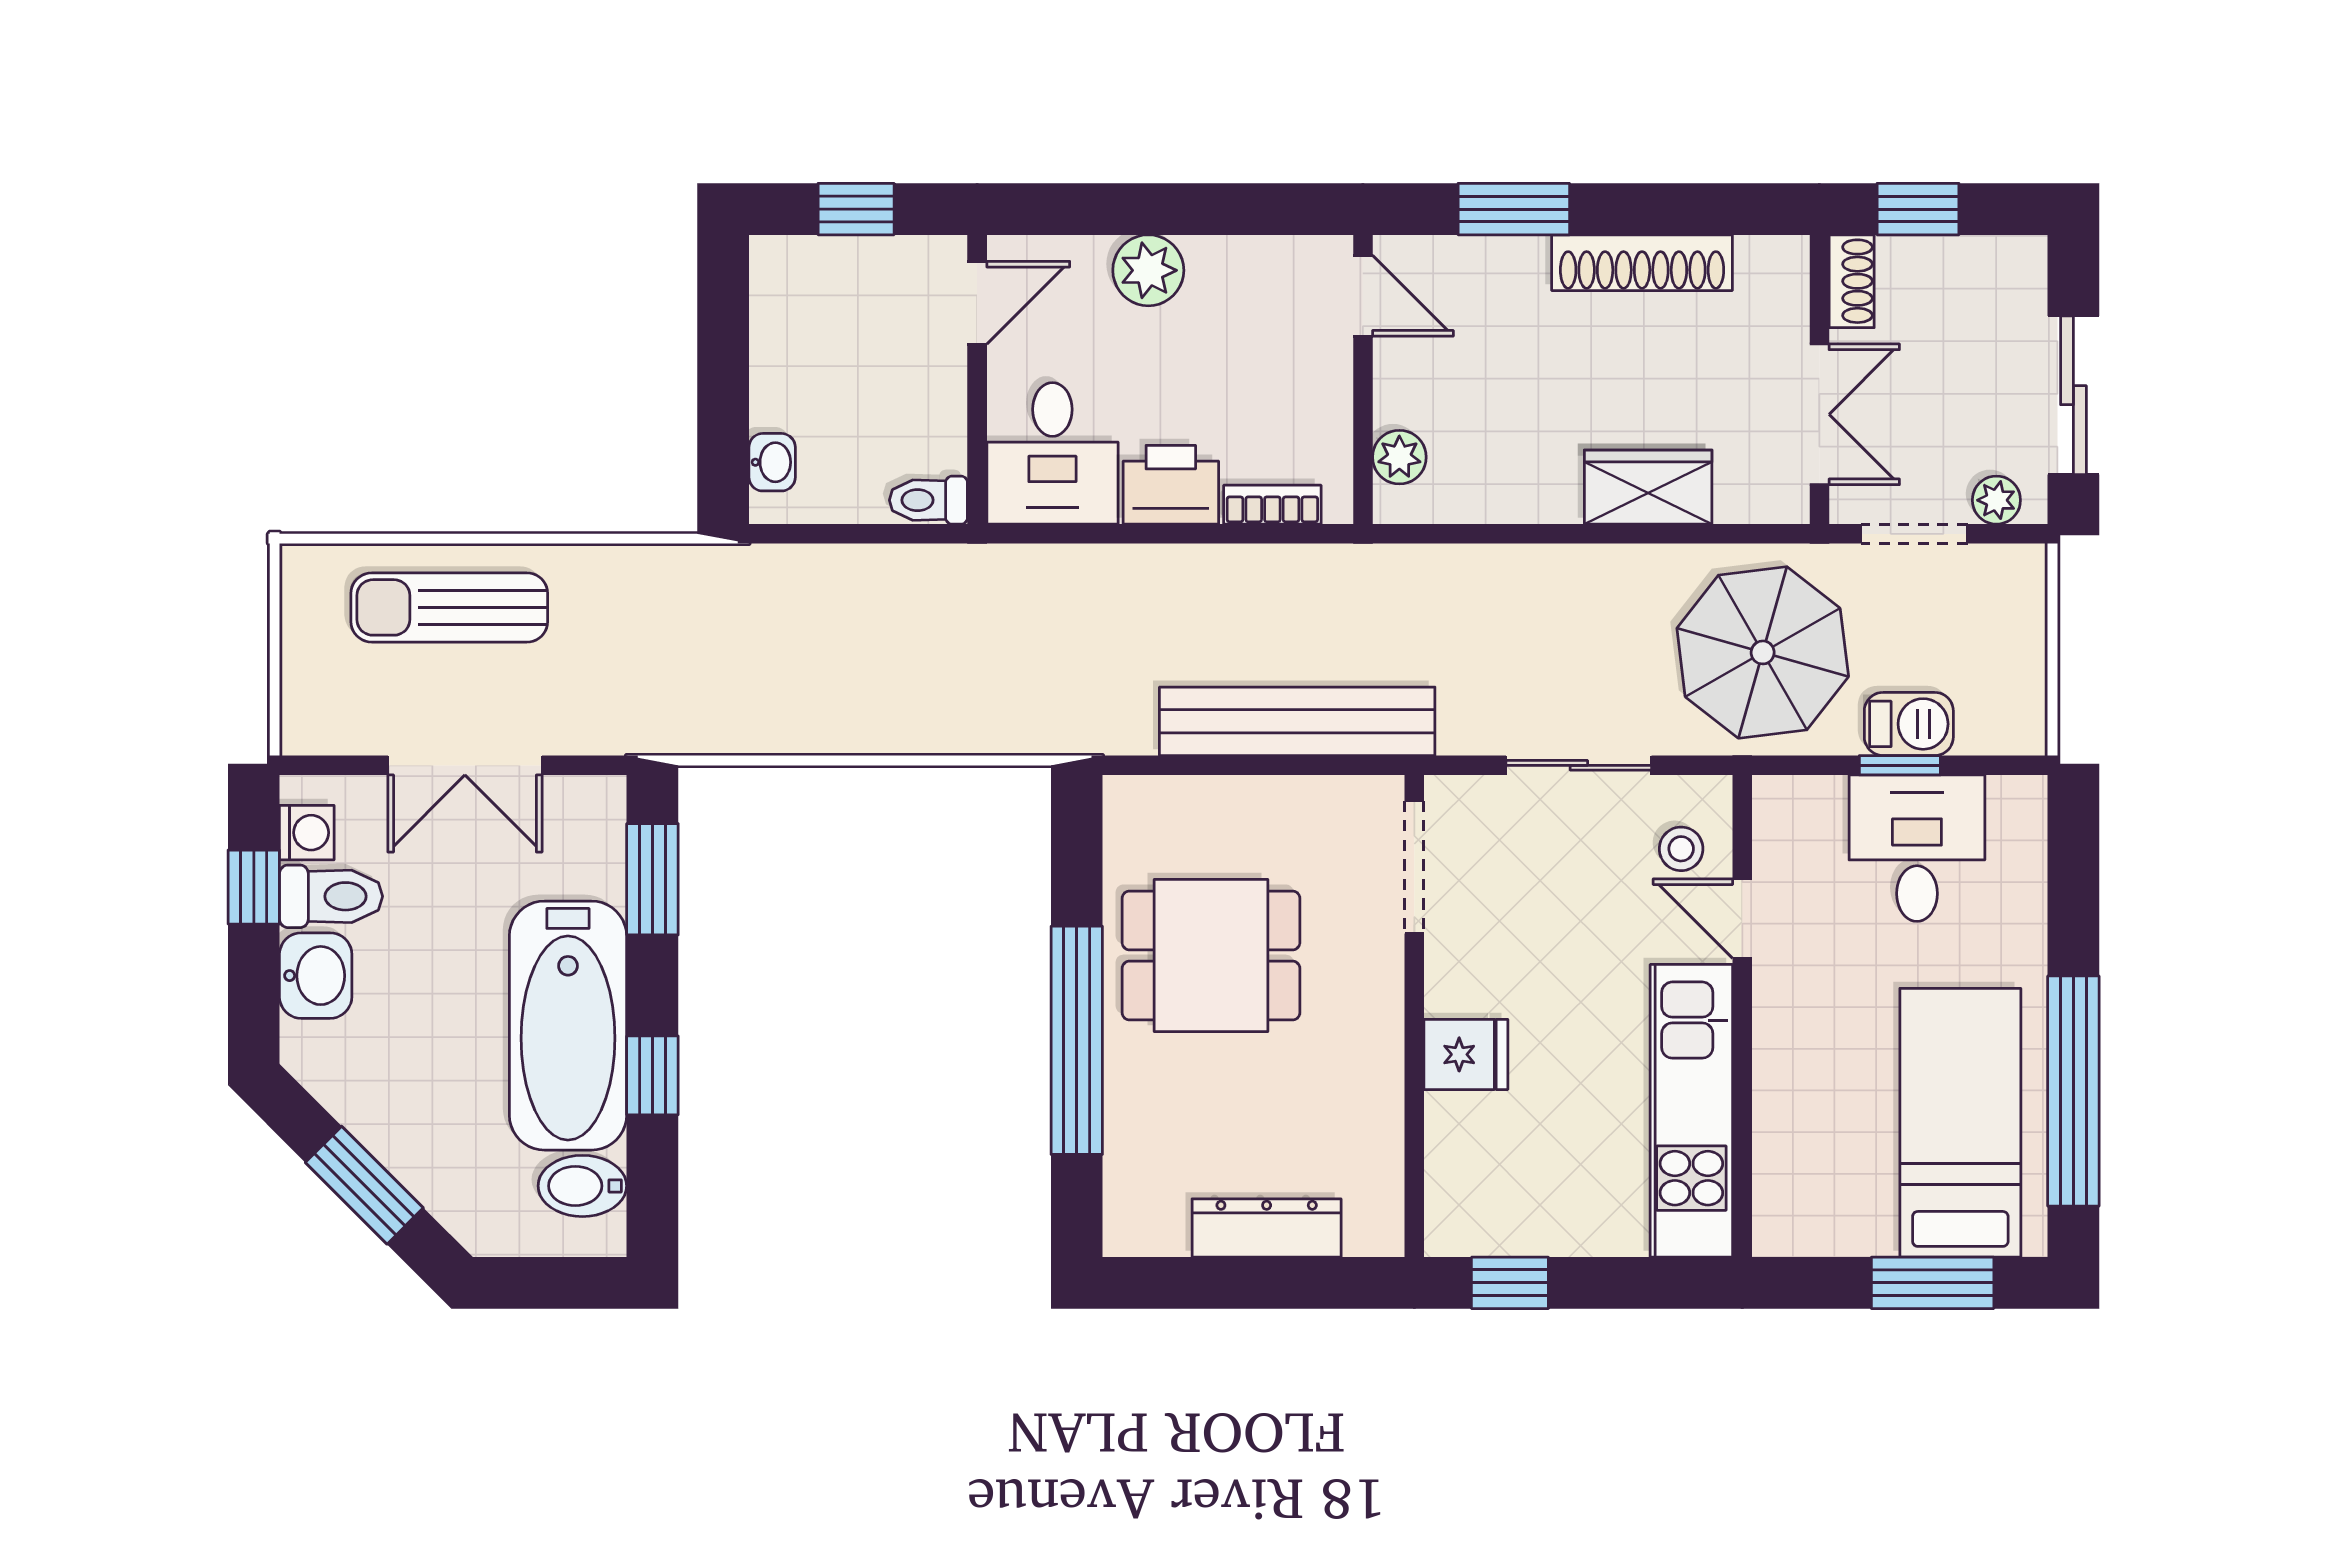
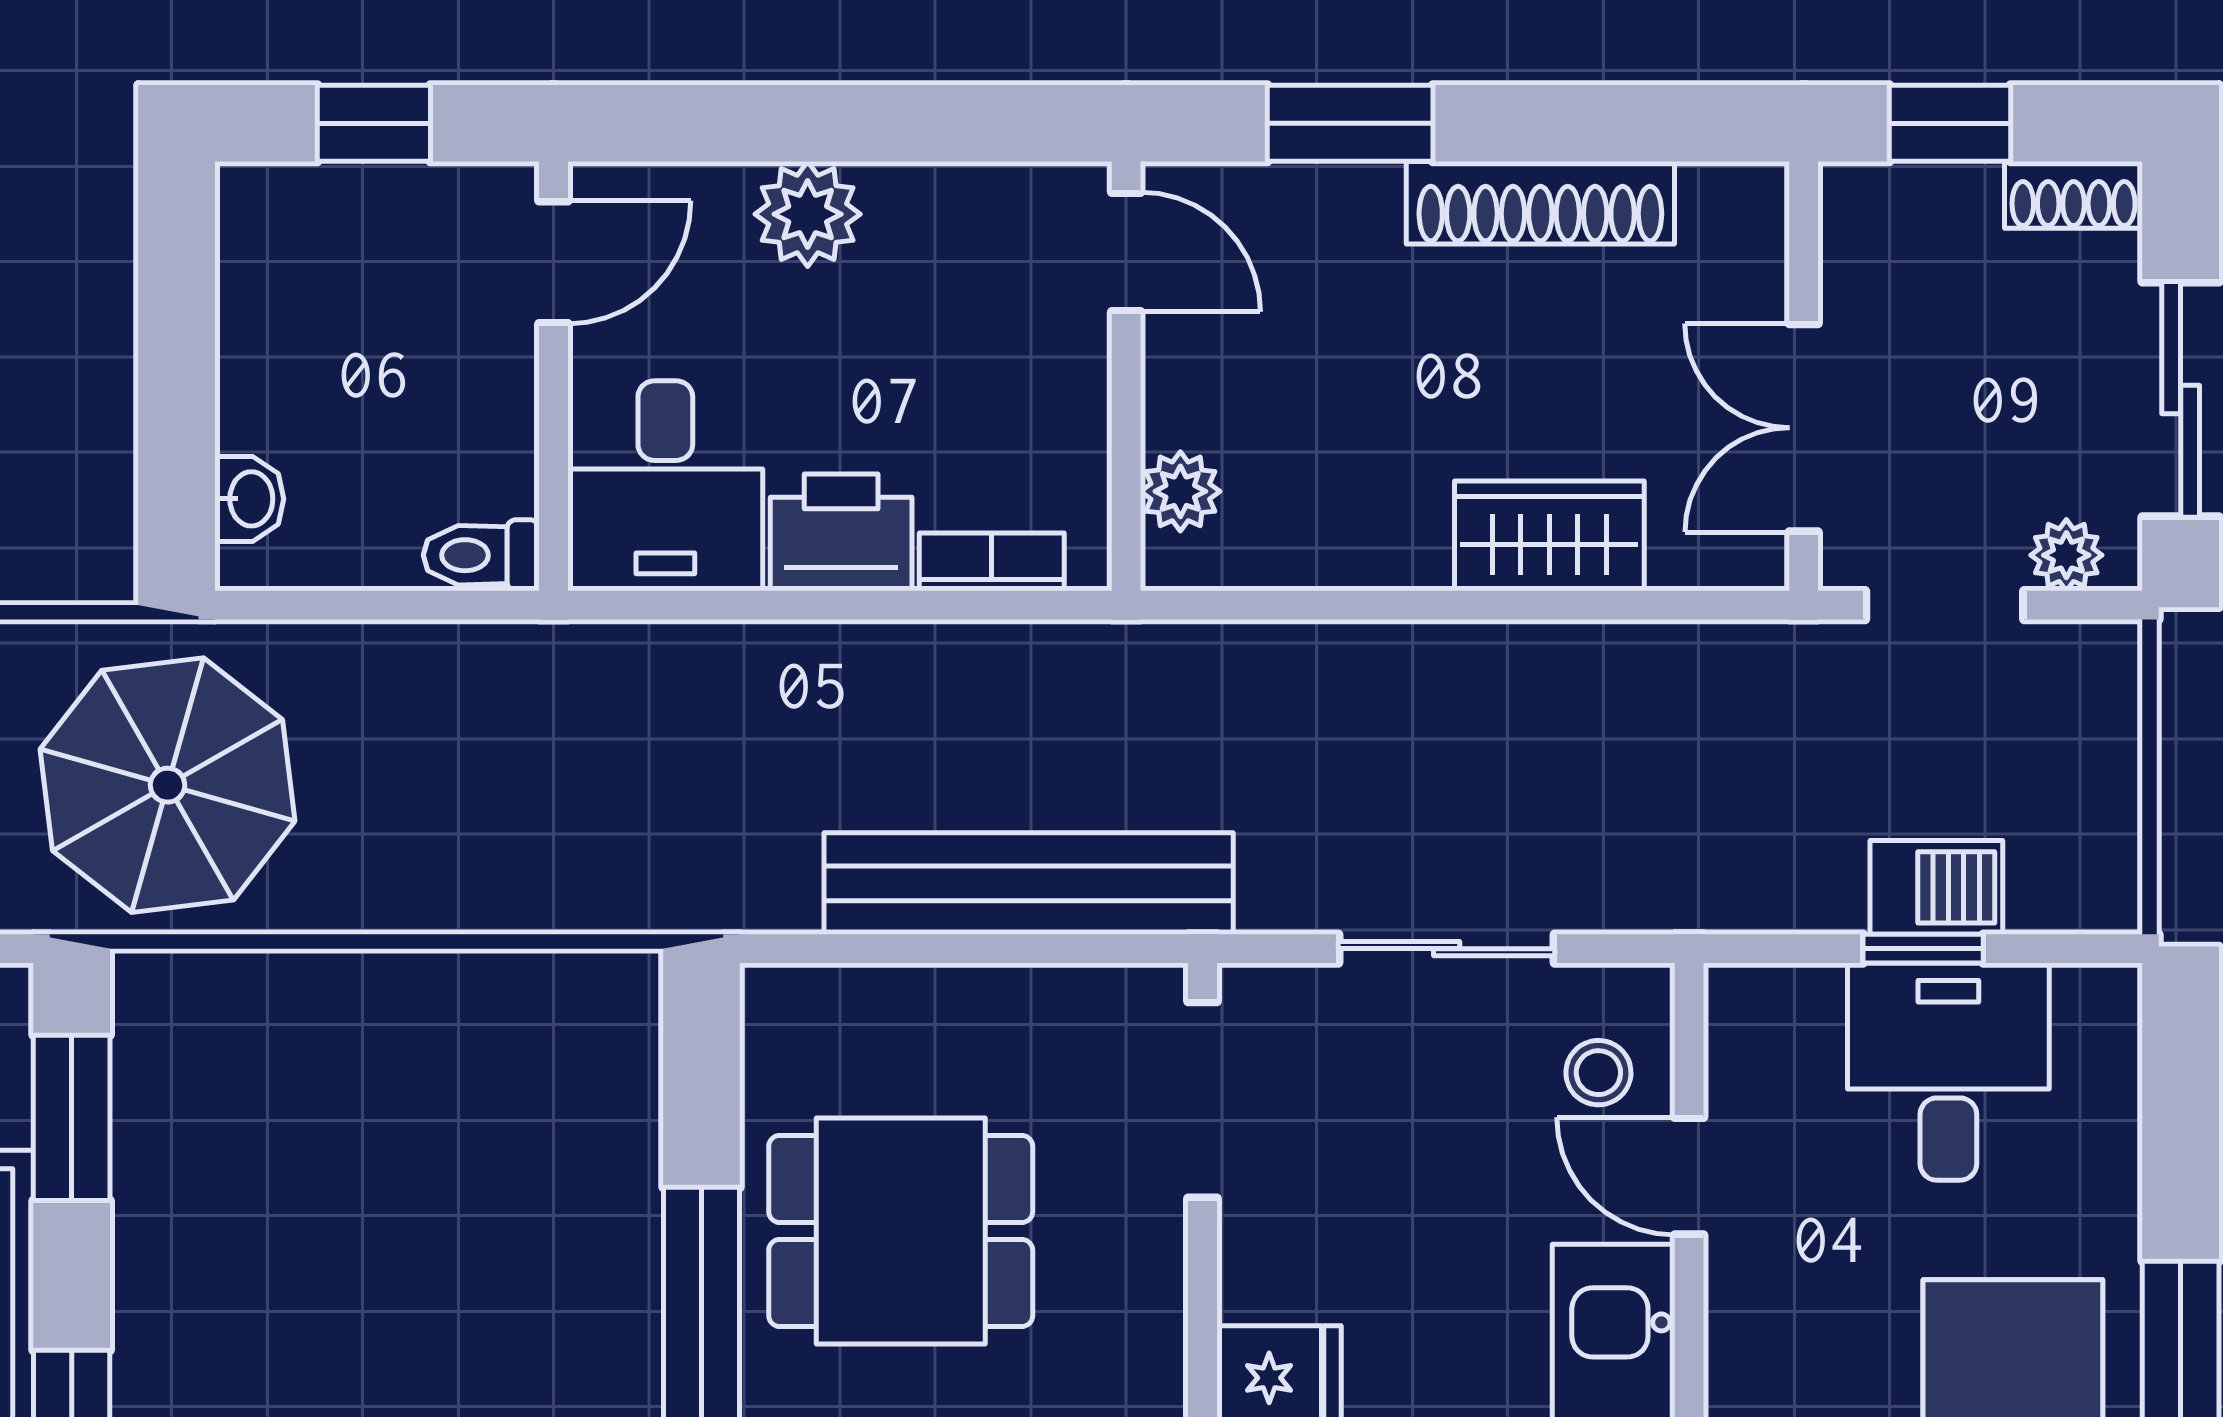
shoe rack: (1852, 281) -> (2074, 195), moved, turned 90
double door: (1819, 414) -> (1804, 428), swing flipped
parasol: (1763, 652) -> (168, 785), moved

